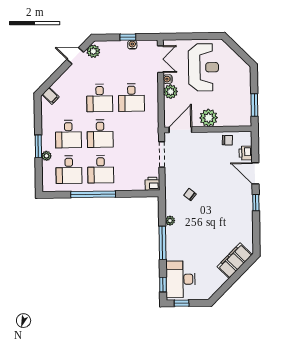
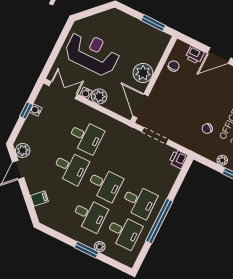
filing cabinet: (51, 96) -> (39, 199), moved

